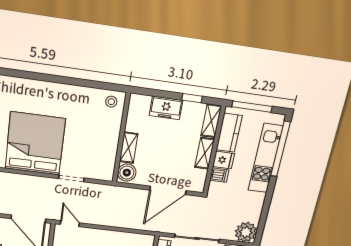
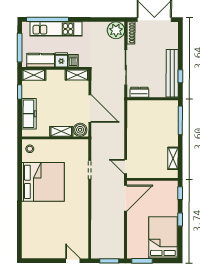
freezer: (166, 108) -> (29, 114), width x1.40
bed: (35, 144) -> (43, 182), moved, turned 180
shelving: (205, 153) -> (77, 75), moved
door: (168, 190) -> (90, 109), moved
door: (70, 224) -> (126, 167), hinge flipped

